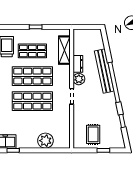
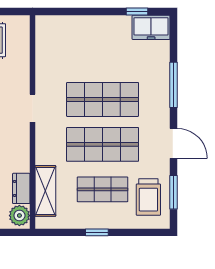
dresser: (78, 64) -> (21, 188), moved
plant: (79, 79) -> (19, 216), moved
plant: (45, 141) -> (79, 29), removed

